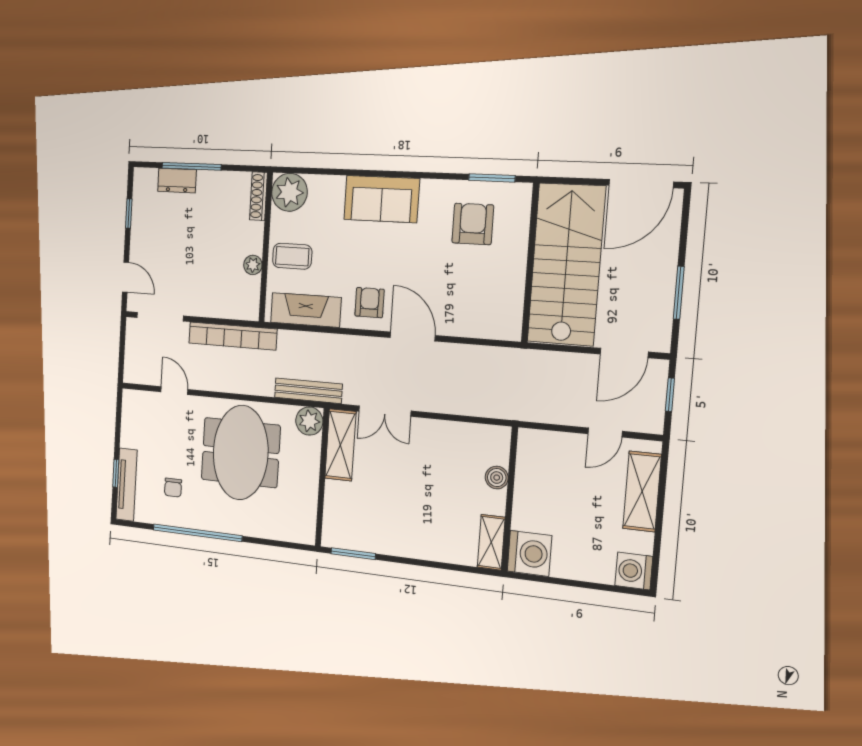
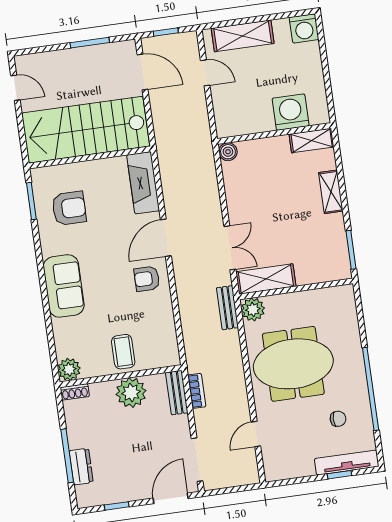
door: (641, 184) -> (15, 88), width x0.53
plant: (289, 192) -> (69, 369), width x0.73, depth x0.73
shoe rack: (258, 196) -> (75, 392), width x0.70
armchair: (473, 224) -> (69, 208), turned 180
plant: (253, 265) -> (131, 393), width x1.88, depth x1.88
door: (126, 277) -> (171, 498), width x1.38
bench: (235, 310) -> (177, 393), added
fireplace: (306, 310) -> (143, 183), moved
bookcase: (233, 336) -> (197, 391), width x0.43, depth x0.76
bench: (308, 391) -> (227, 308), width x0.73
boiler: (497, 478) -> (228, 152), moved
shelving: (425, 549) -> (331, 192), added
washing machine: (529, 553) -> (291, 112), moved

